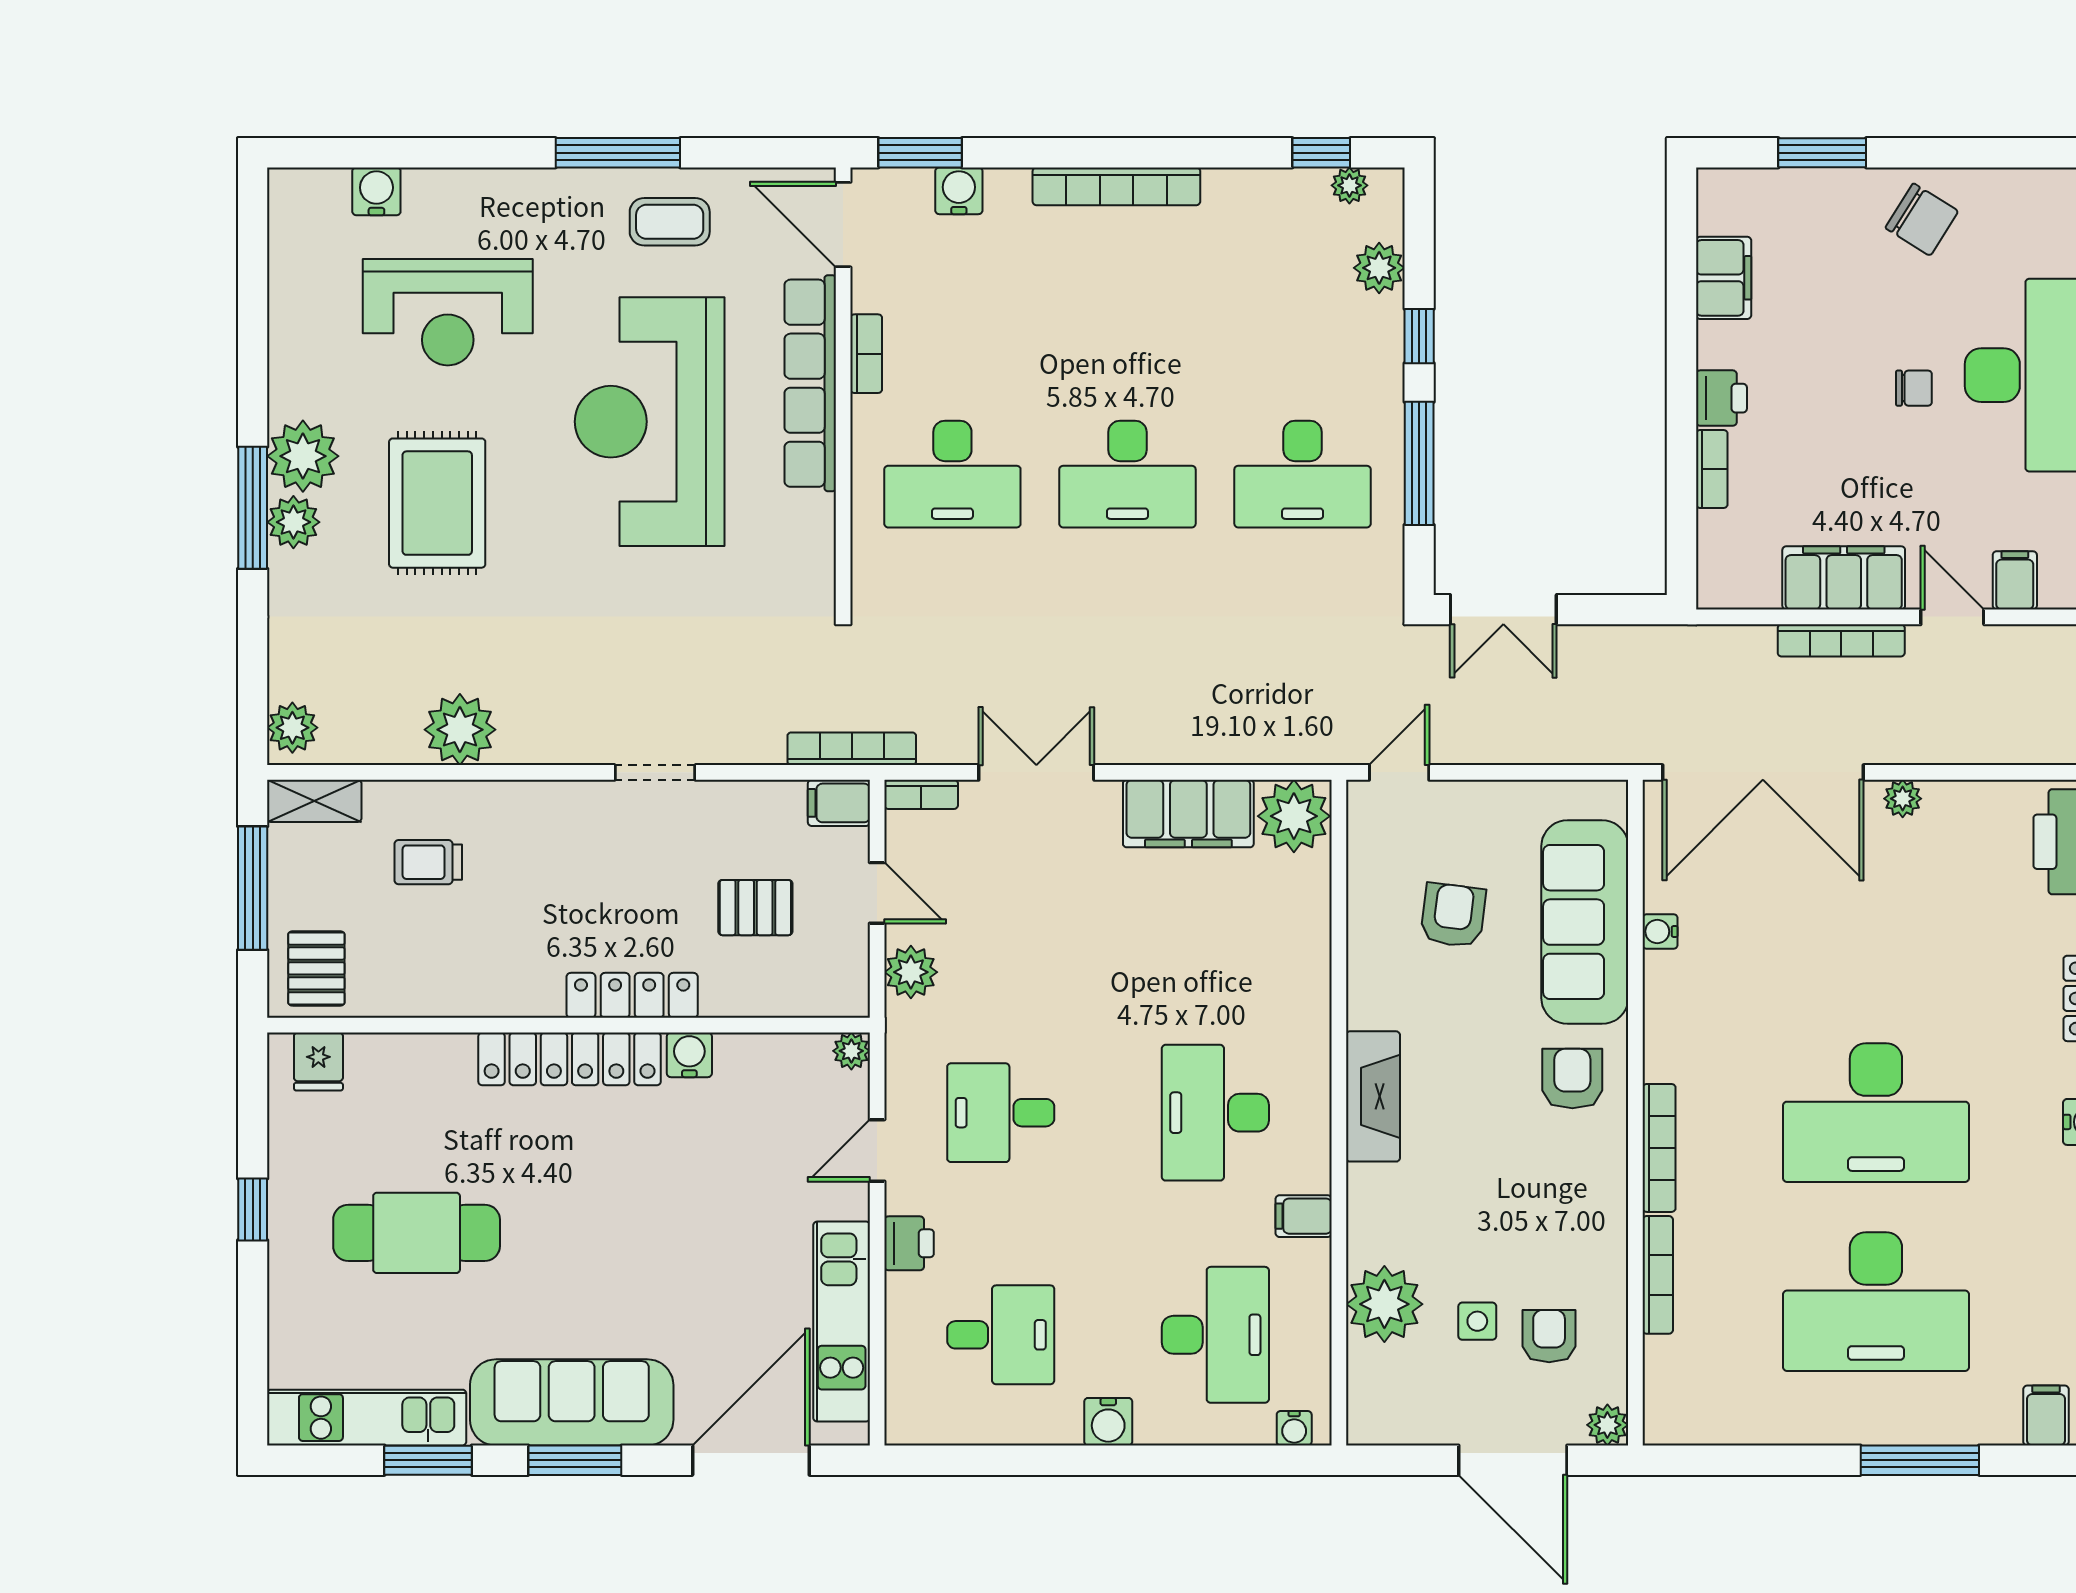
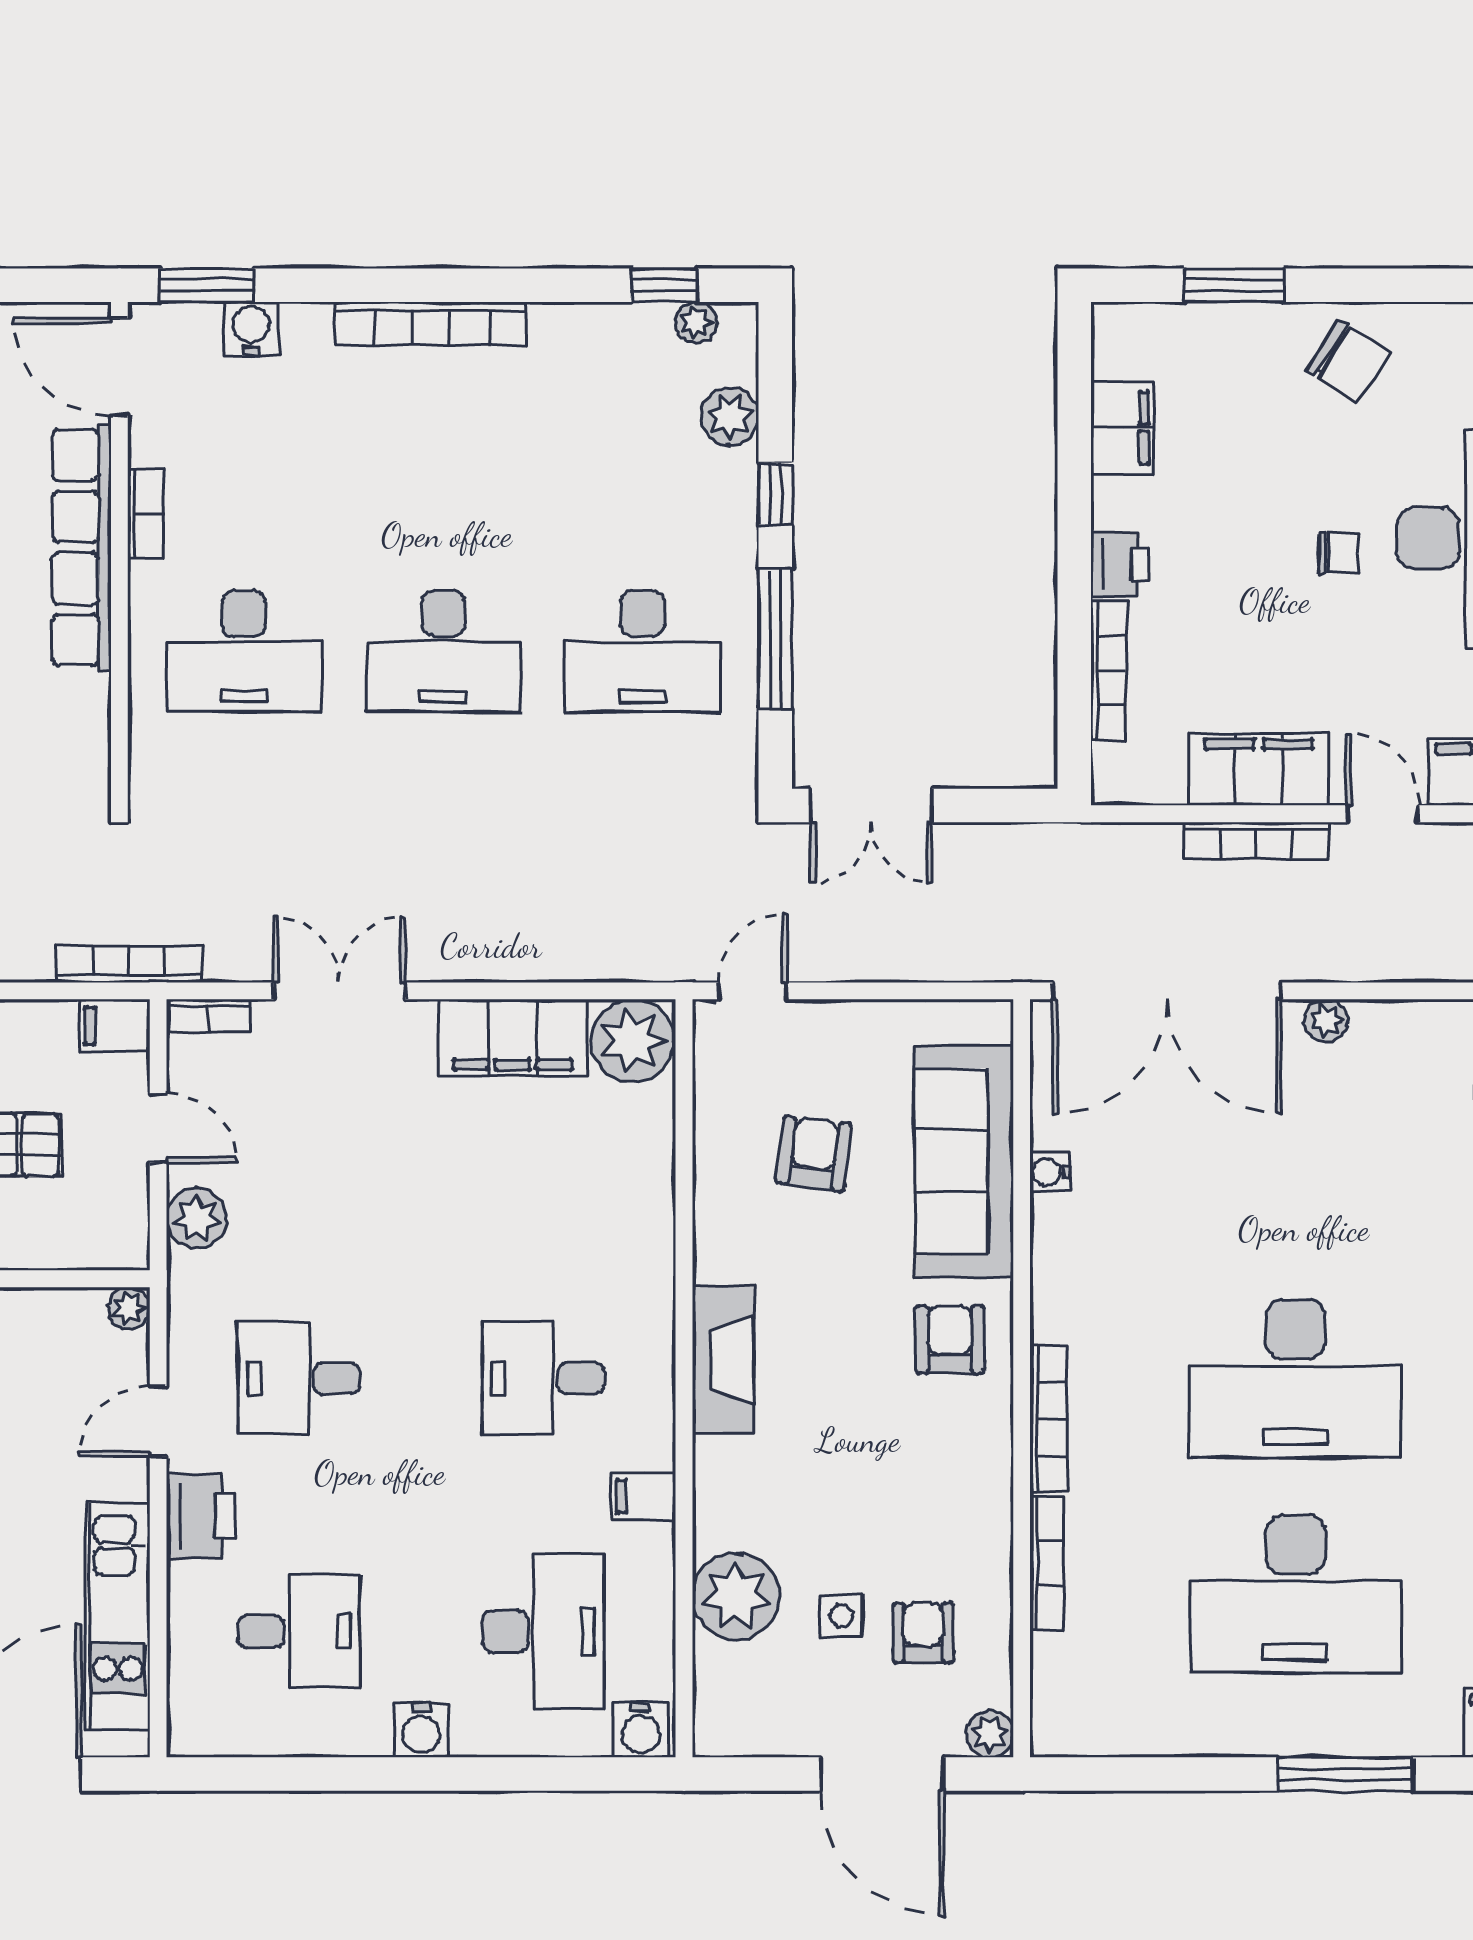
bookcase: (1712, 469) -> (1109, 670), width x1.56
desk: (1215, 1113) -> (543, 1378), width x0.73
printer: (909, 1243) -> (201, 1516), width x1.36, depth x1.24
water cooler: (1294, 1428) -> (641, 1730), width x1.38, depth x1.38

